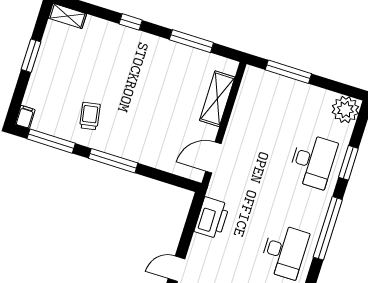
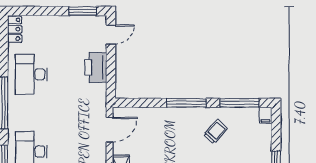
trolley: (90, 116) -> (216, 132), turned -127
printer: (212, 218) -> (96, 67), moved

